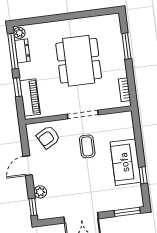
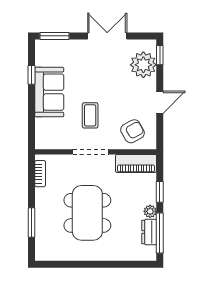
plant: (19, 33) -> (150, 211), moved
piano: (30, 98) -> (136, 163), moved, turned -90
plant: (40, 192) -> (143, 65), width x1.87, depth x1.87

